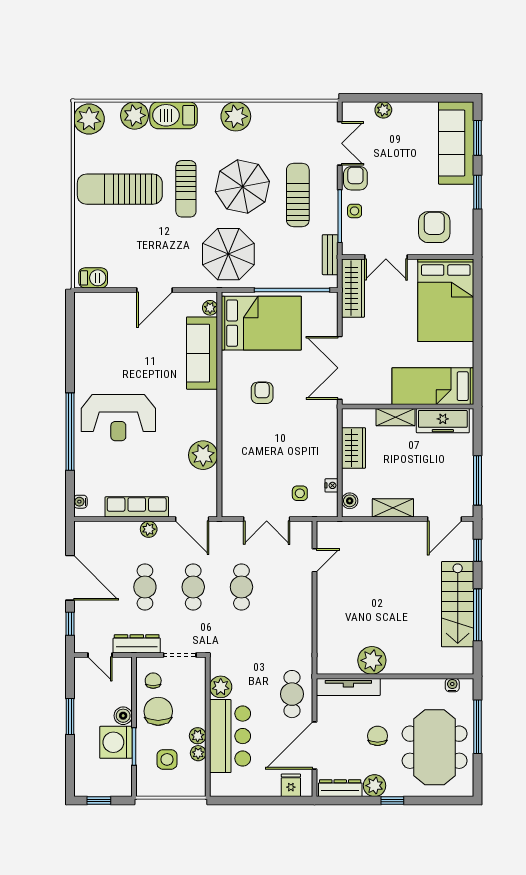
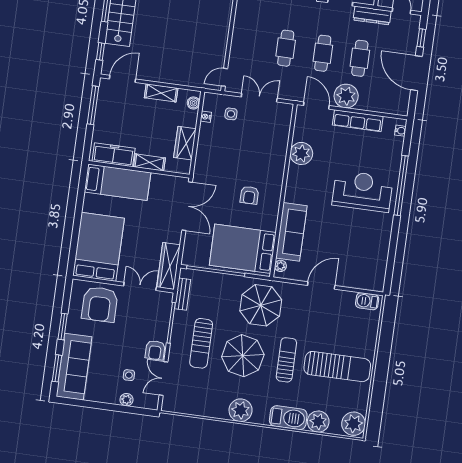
side table: (355, 211) -> (129, 375), moved
armchair: (434, 227) -> (100, 304), width x1.36, depth x1.36
plant: (149, 529) -> (346, 96), width x1.88, depth x1.88
door: (315, 560) -> (225, 77), moved

